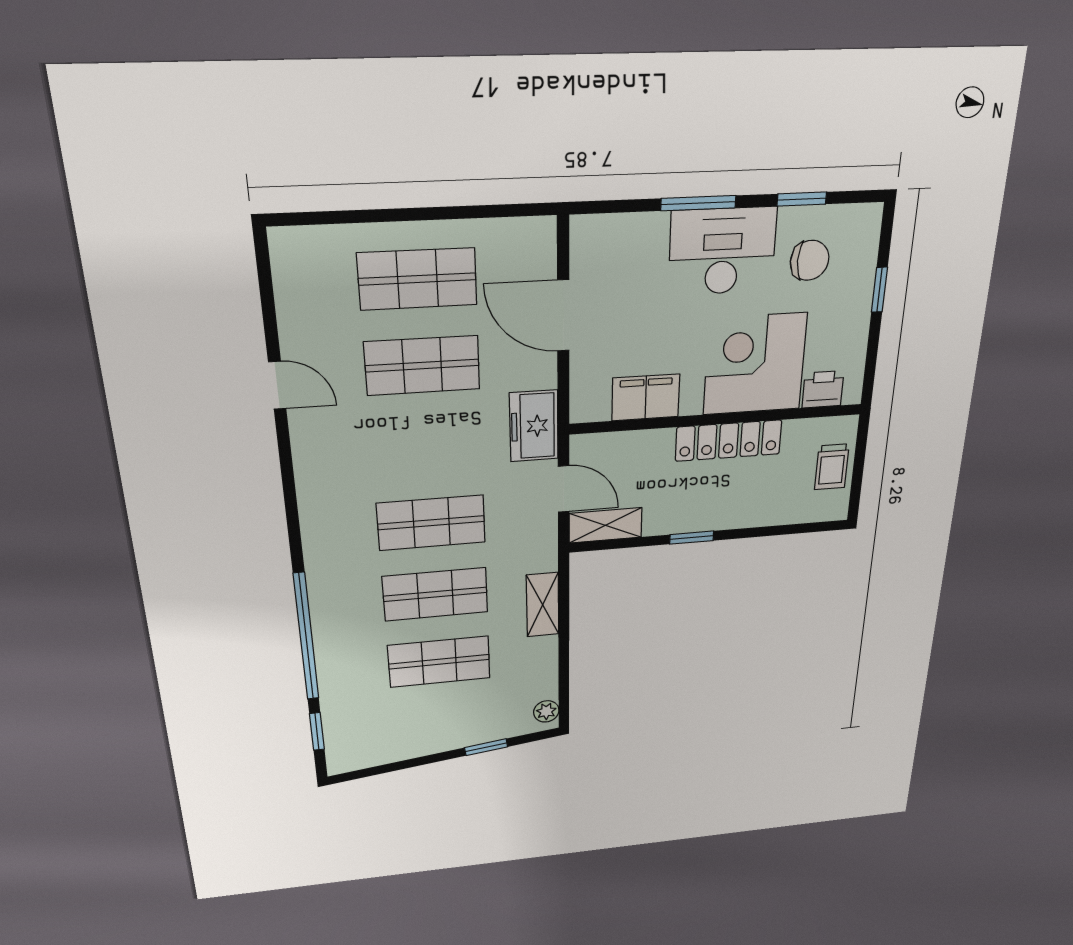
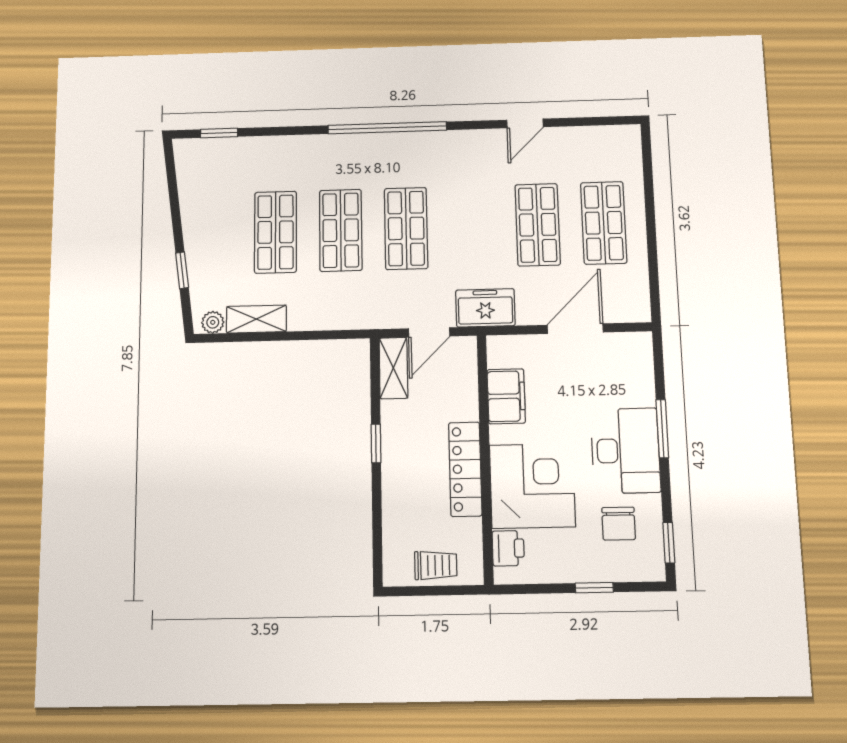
window: (802, 199) -> (669, 543), moved
trolley: (832, 467) -> (436, 565), turned 180
shelving: (543, 605) -> (256, 319), moved
window: (306, 637) -> (387, 128), moved

